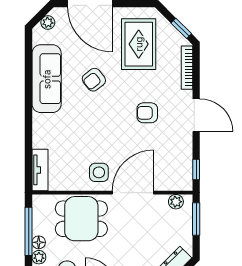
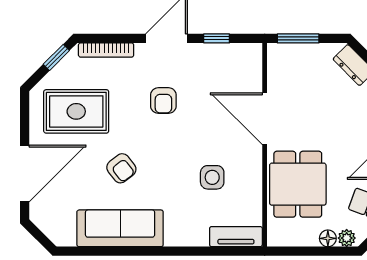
plant: (48, 22) -> (49, 227), removed
window: (196, 170) -> (217, 38), moved
side table: (99, 172) -> (212, 177), moved
plant: (176, 202) -> (276, 64), removed
window: (29, 231) -> (314, 251), removed

